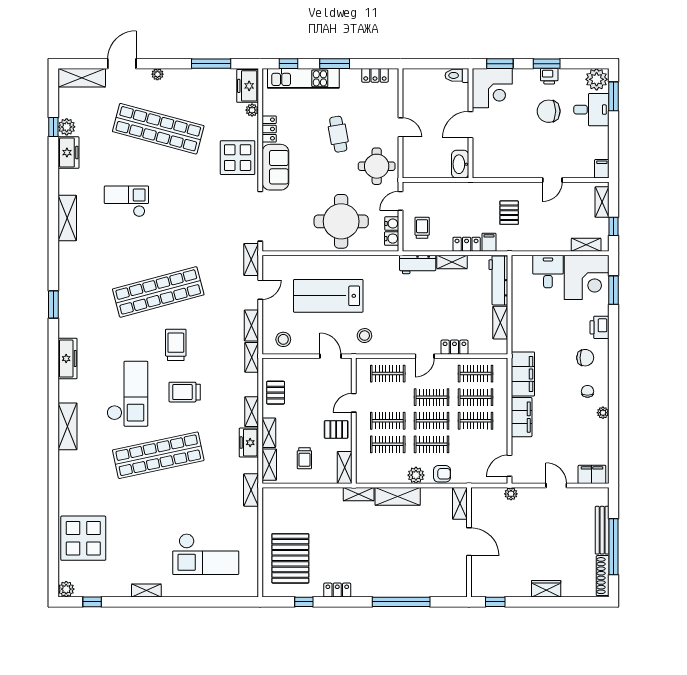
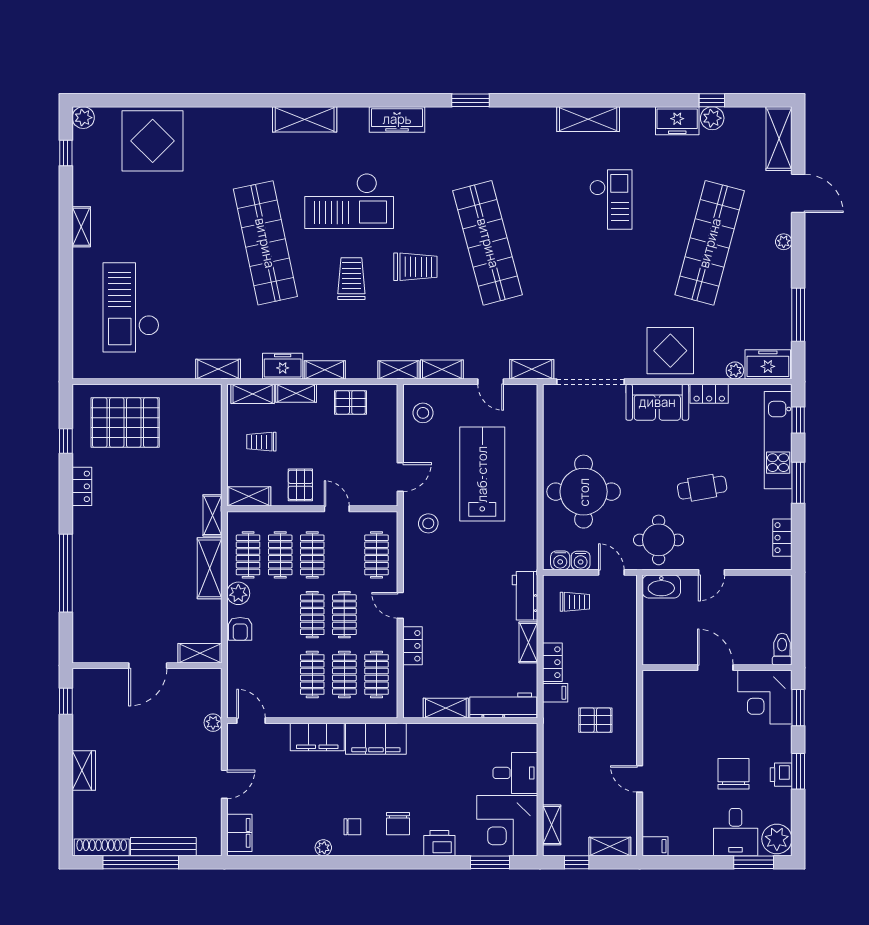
washbasin: (460, 164) -> (661, 587), moved, turned 180
clothes rail: (432, 444) -> (248, 555), moved

